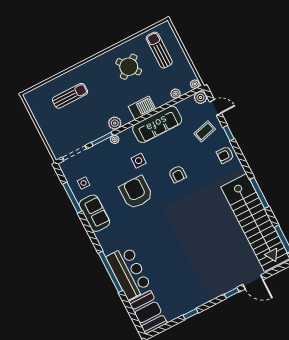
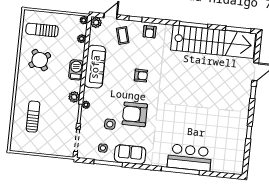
side table: (139, 161) -> (110, 124), moved
booth: (148, 312) -> (228, 163), removed

